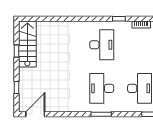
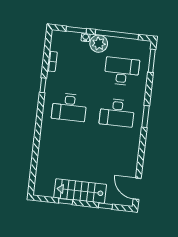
stairs: (27, 44) -> (80, 191), moved
desk: (102, 45) -> (69, 107), turned 180

